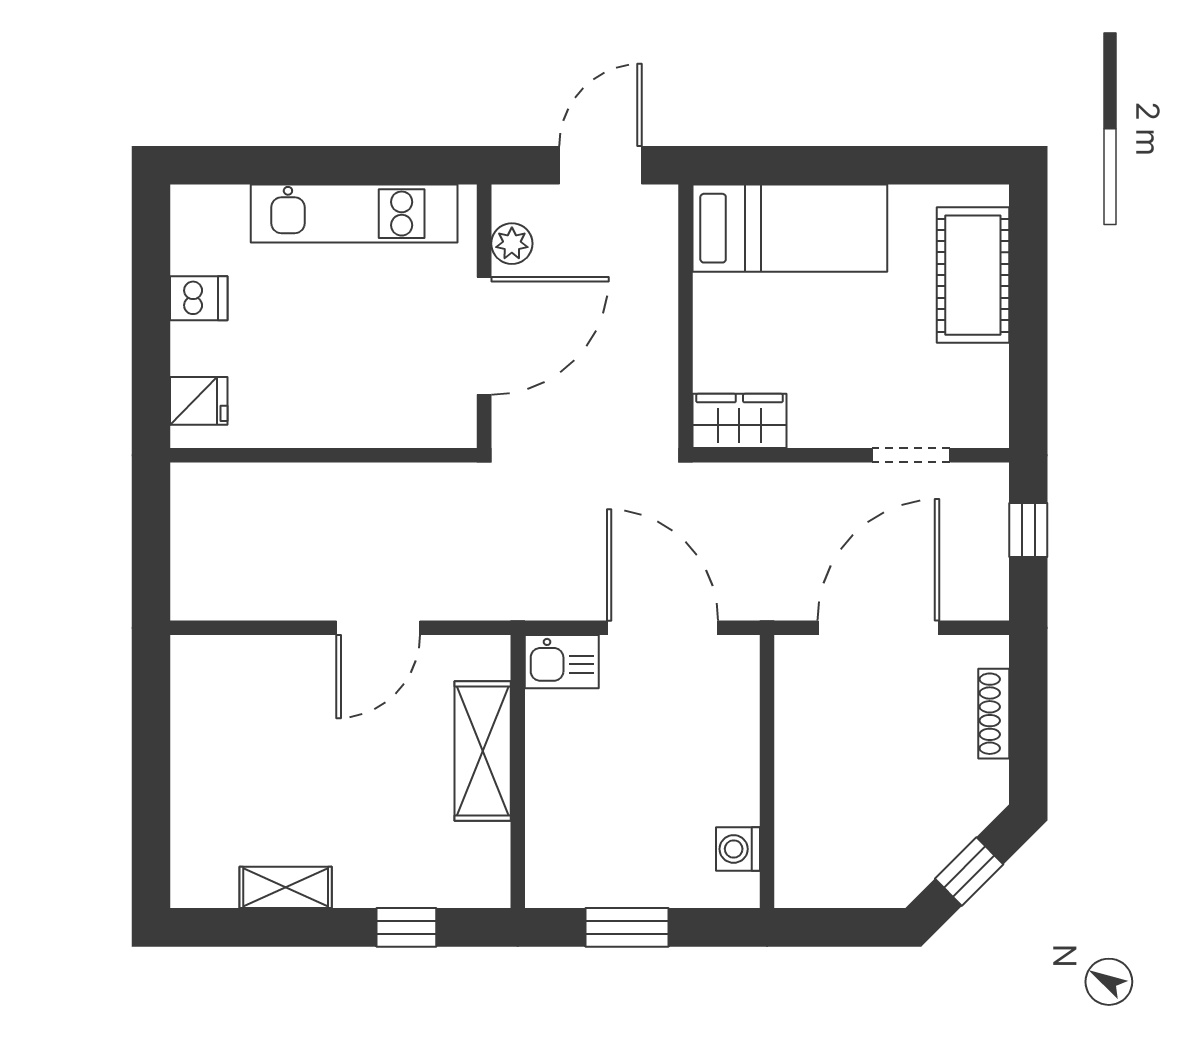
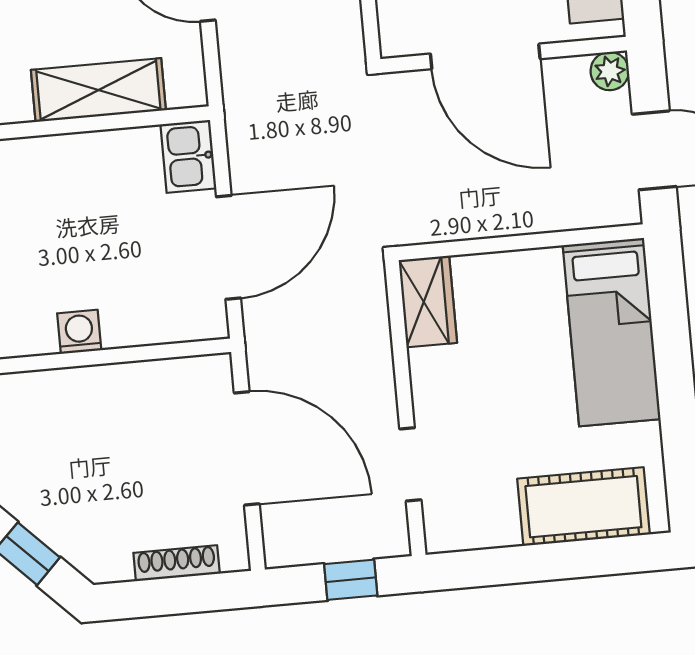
plant: (512, 244) -> (610, 71), moved
washing machine: (738, 849) -> (79, 332), moved

